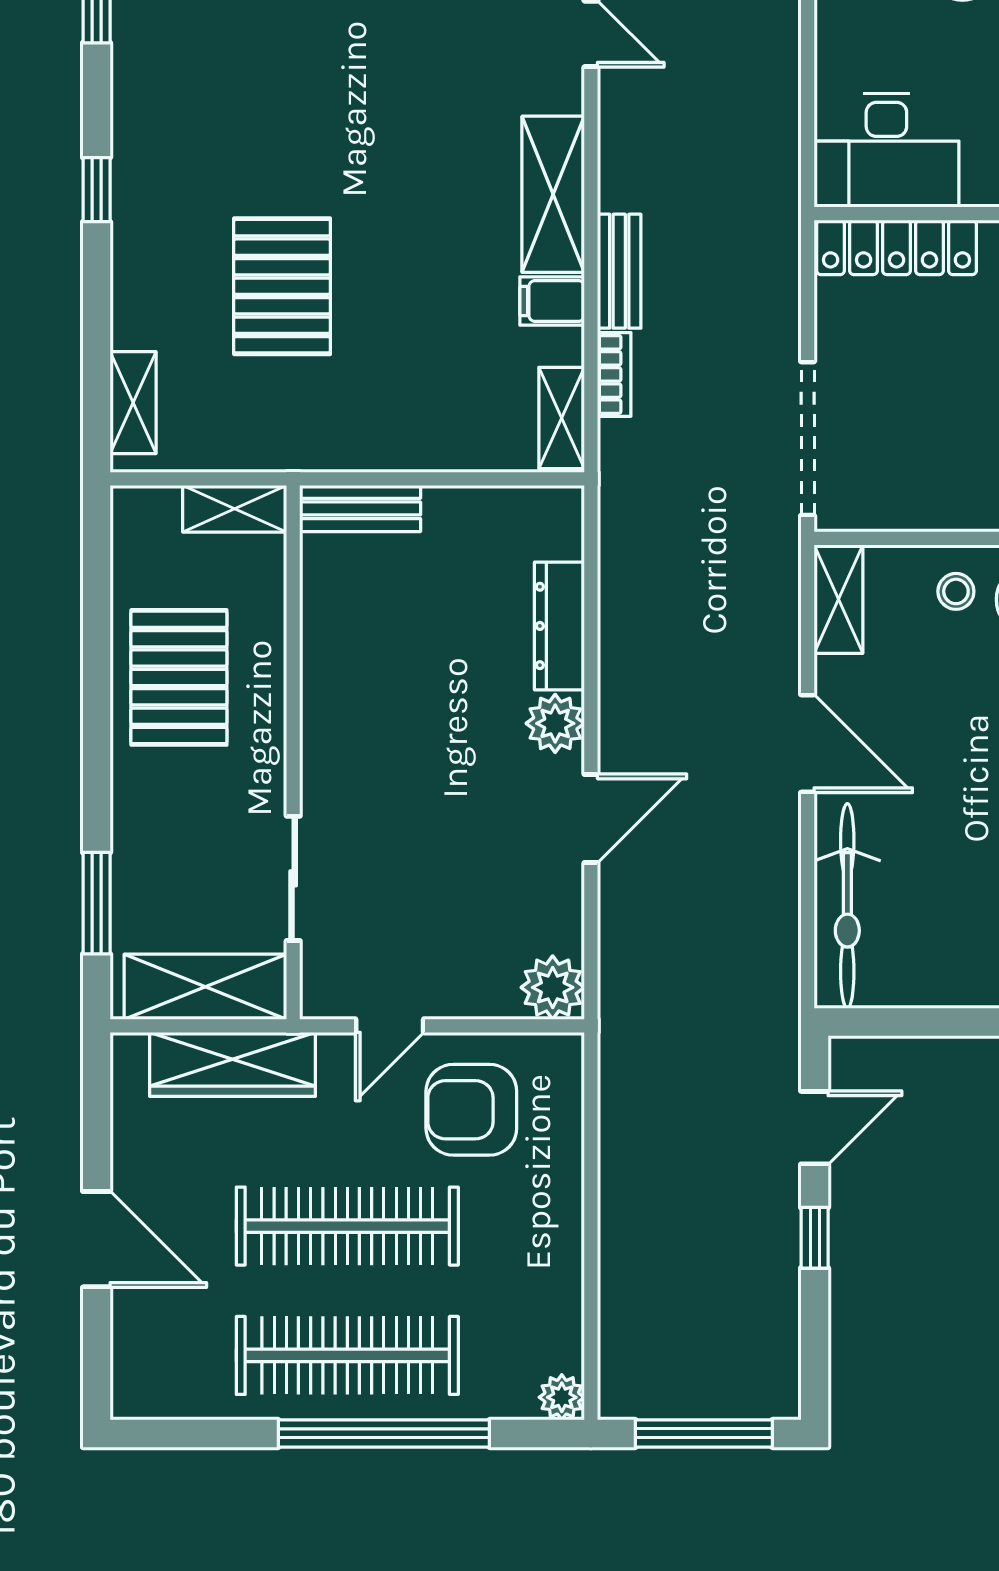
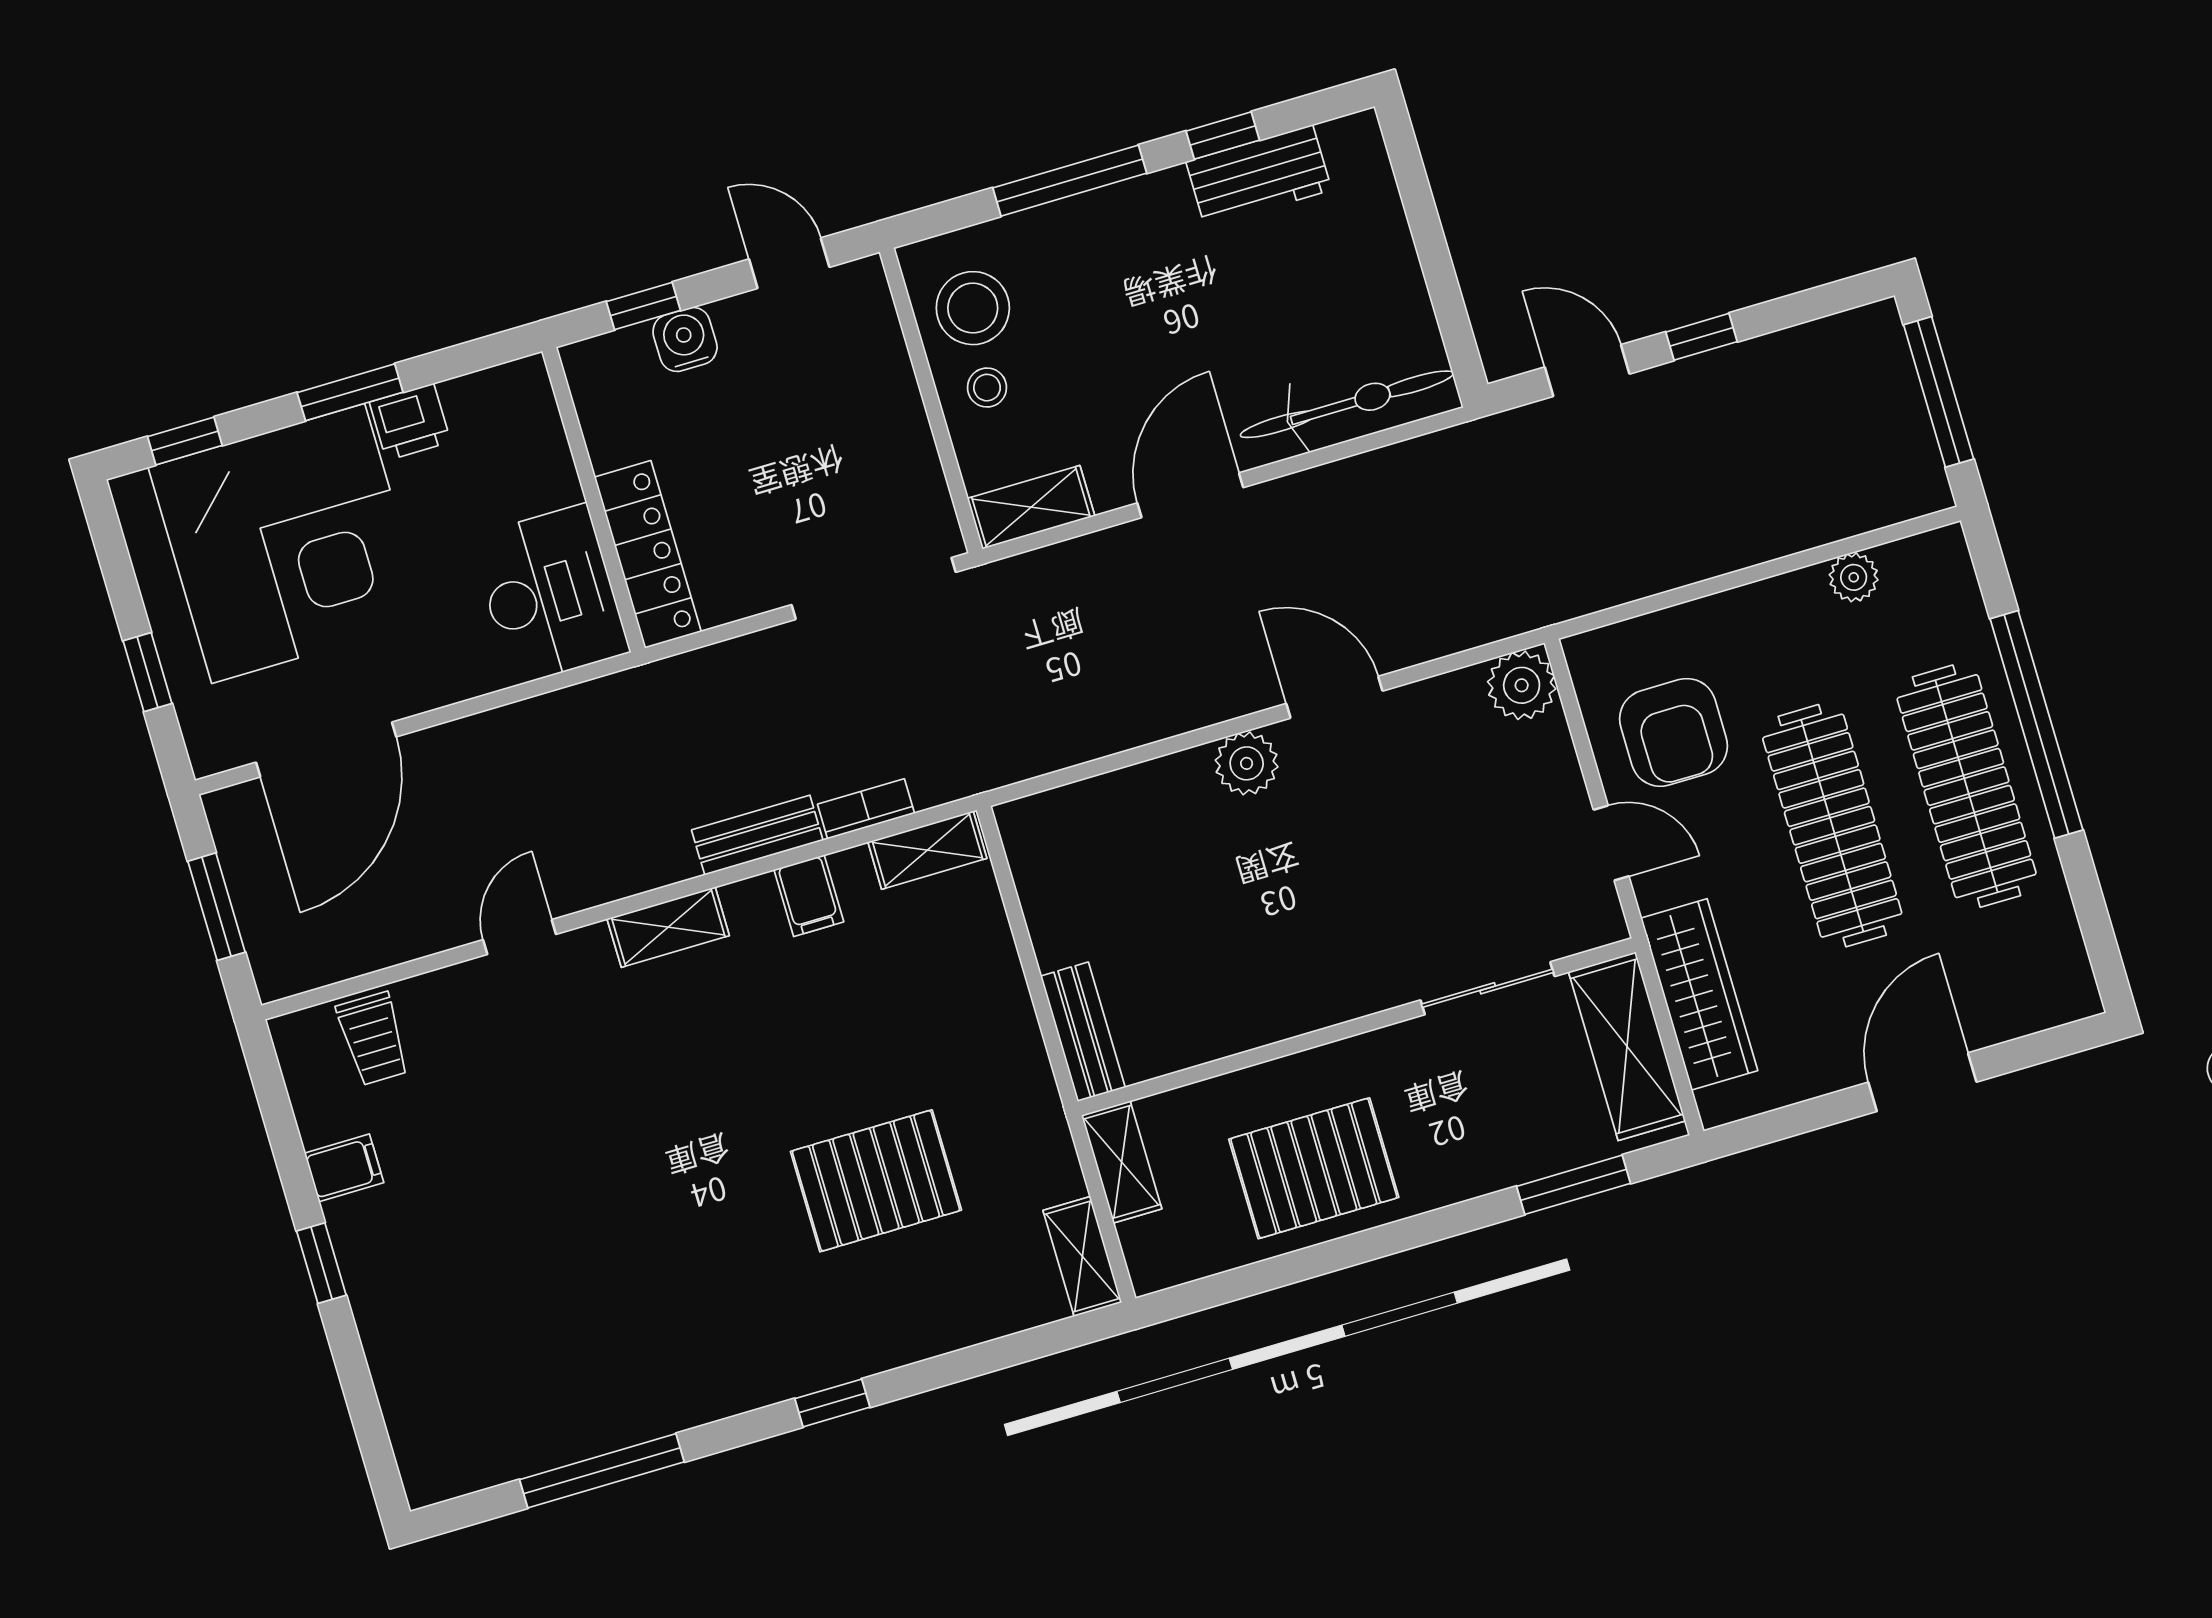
shelving: (553, 194) -> (668, 927), width x0.67, depth x0.75
shelving: (133, 403) -> (1082, 1256), moved, turned 90
dresser: (559, 626) -> (1144, 789), removed
plant: (562, 1397) -> (1854, 577), moved

